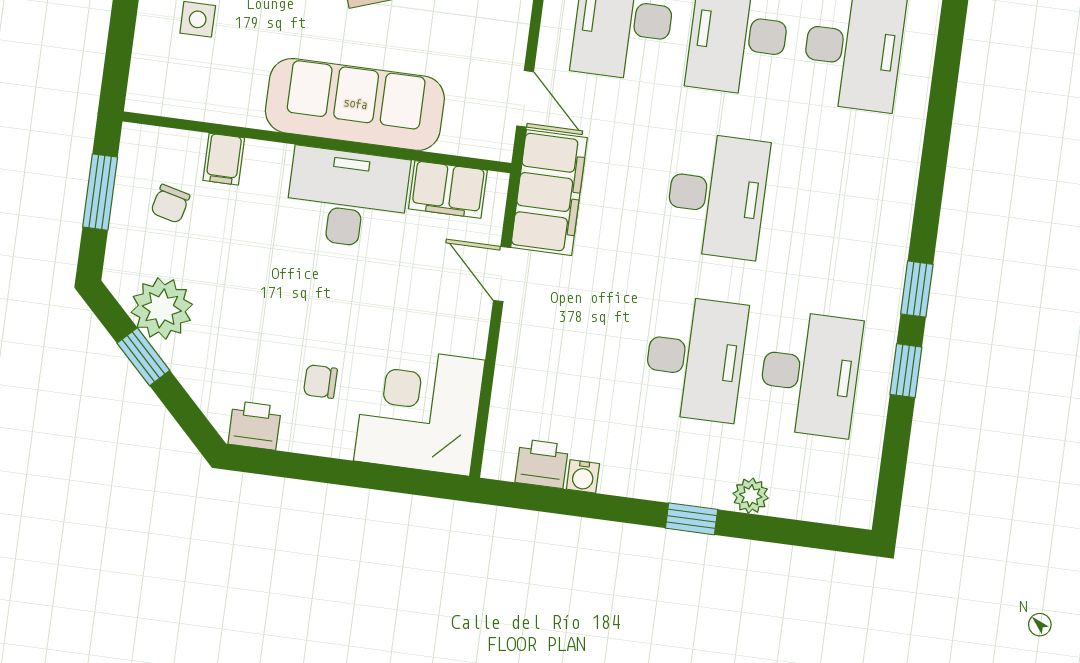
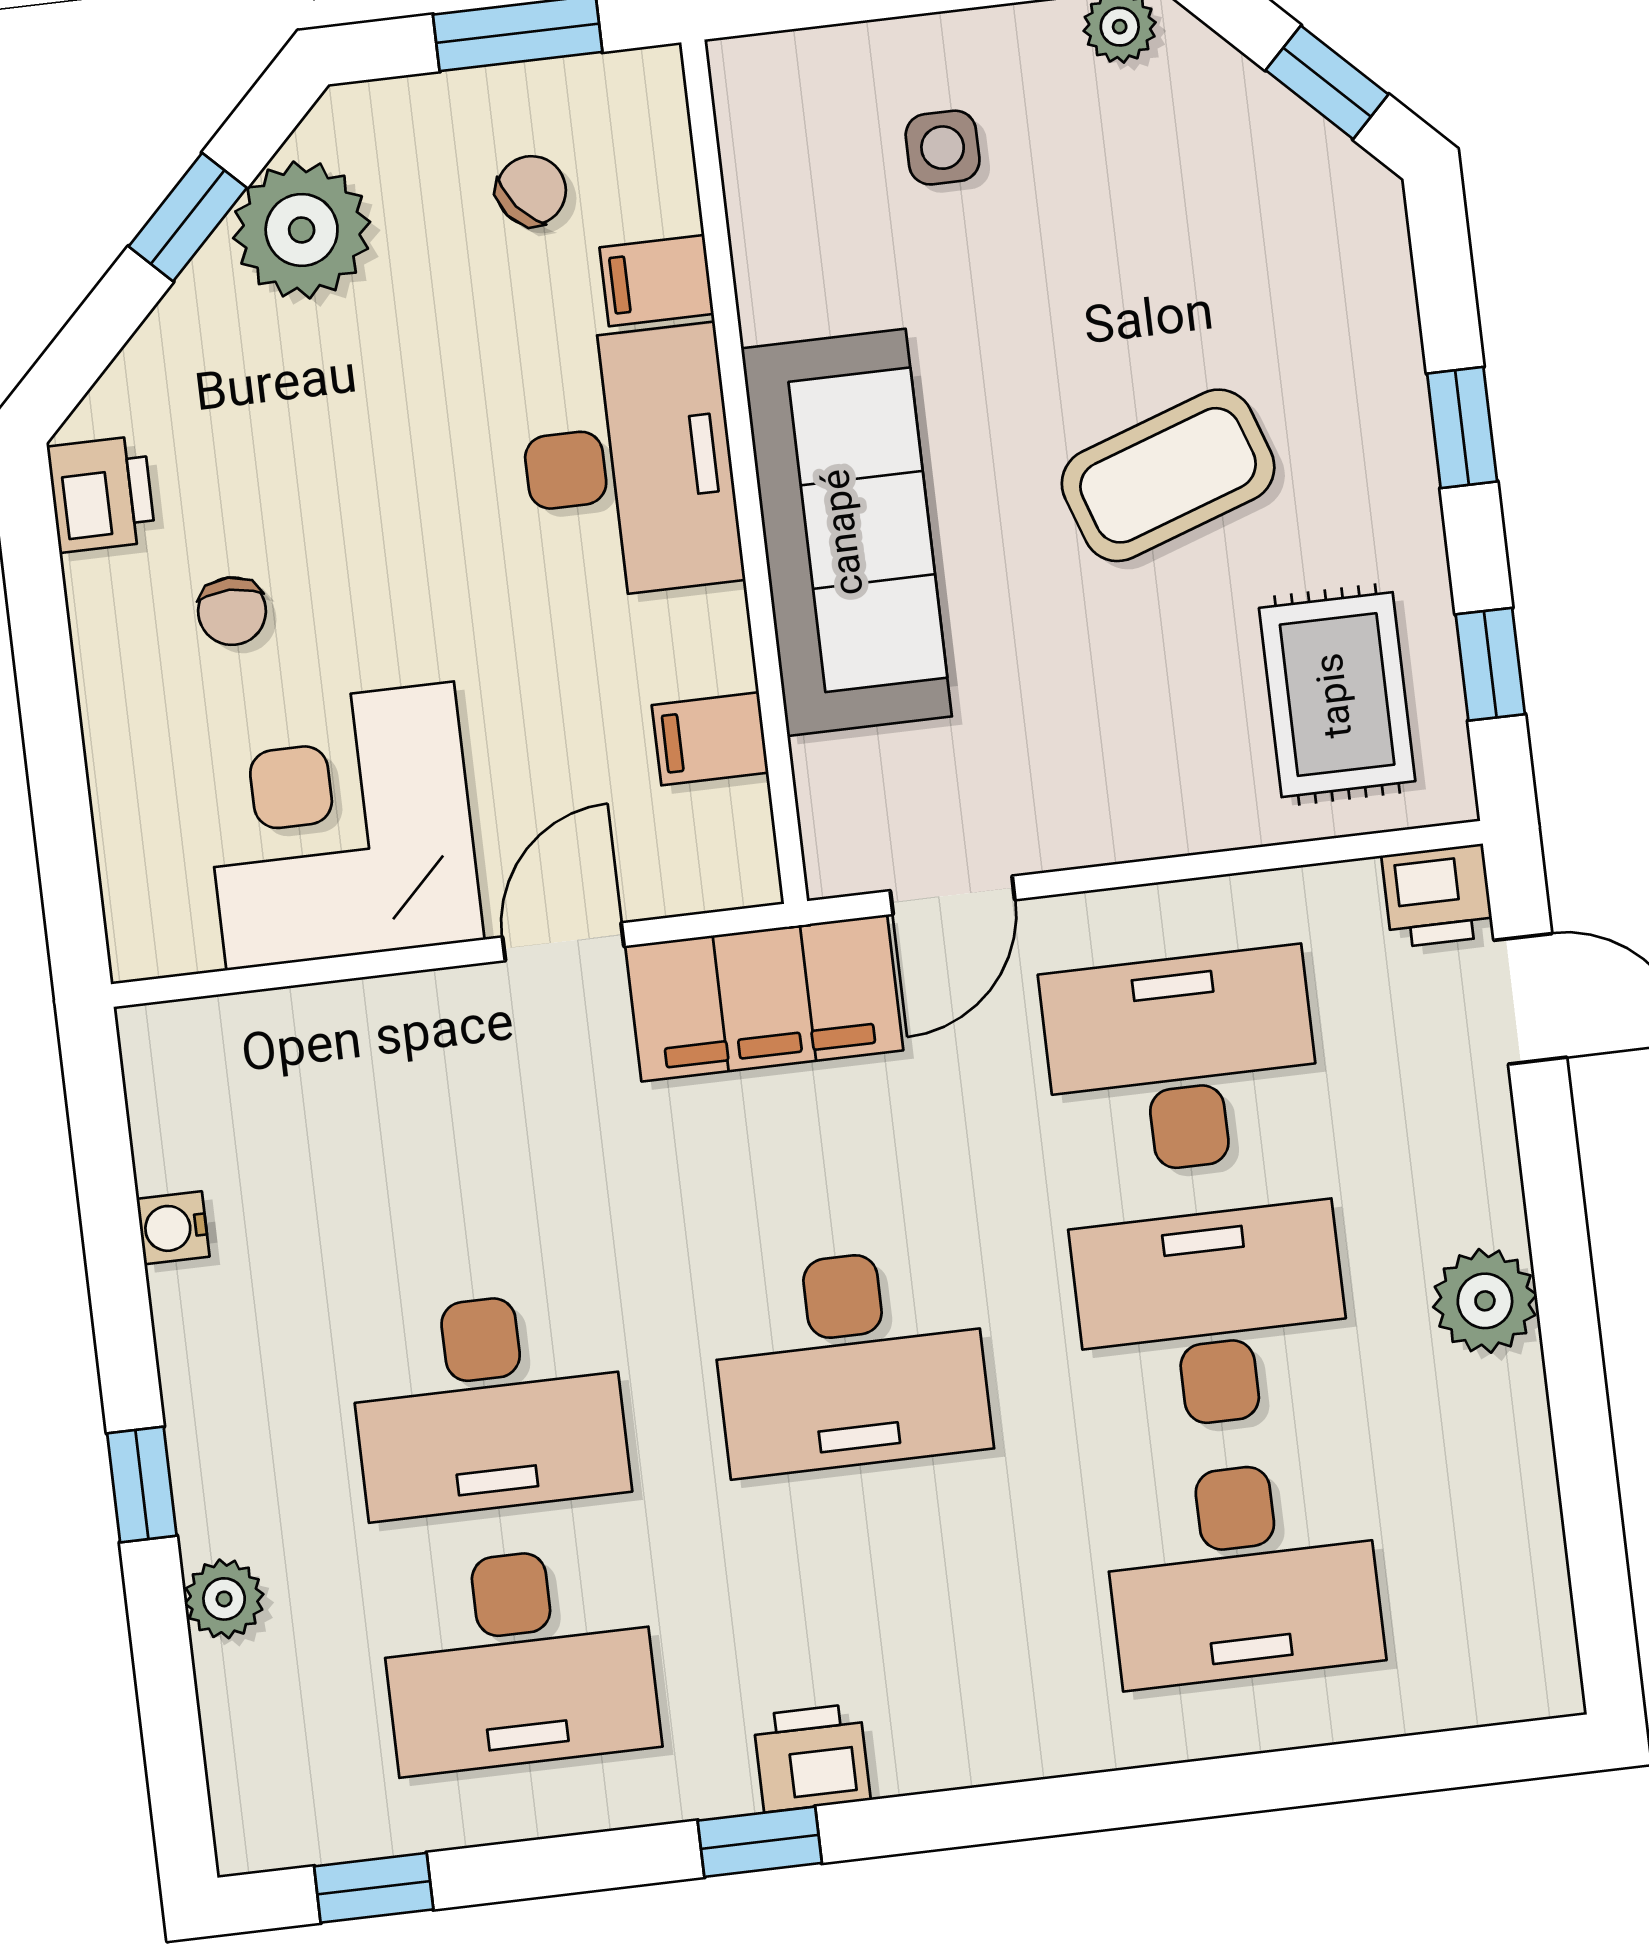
filing cabinet: (448, 190) -> (710, 739), width x0.50
desk: (347, 198) -> (629, 463), moved
chair: (170, 204) -> (531, 191), turned 127
window: (906, 371) -> (374, 1888), moved
chair: (320, 382) -> (232, 611), turned 180
corner desk: (419, 410) -> (340, 826), moved, turned -90
printer: (542, 464) -> (812, 1758), moved, turned -90

